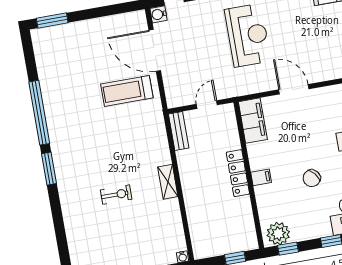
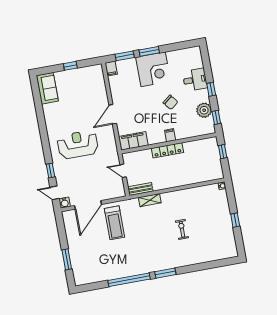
window: (52, 20) -> (67, 259), moved
shelving: (168, 182) -> (150, 200), moved
plant: (278, 234) -> (204, 110), moved

